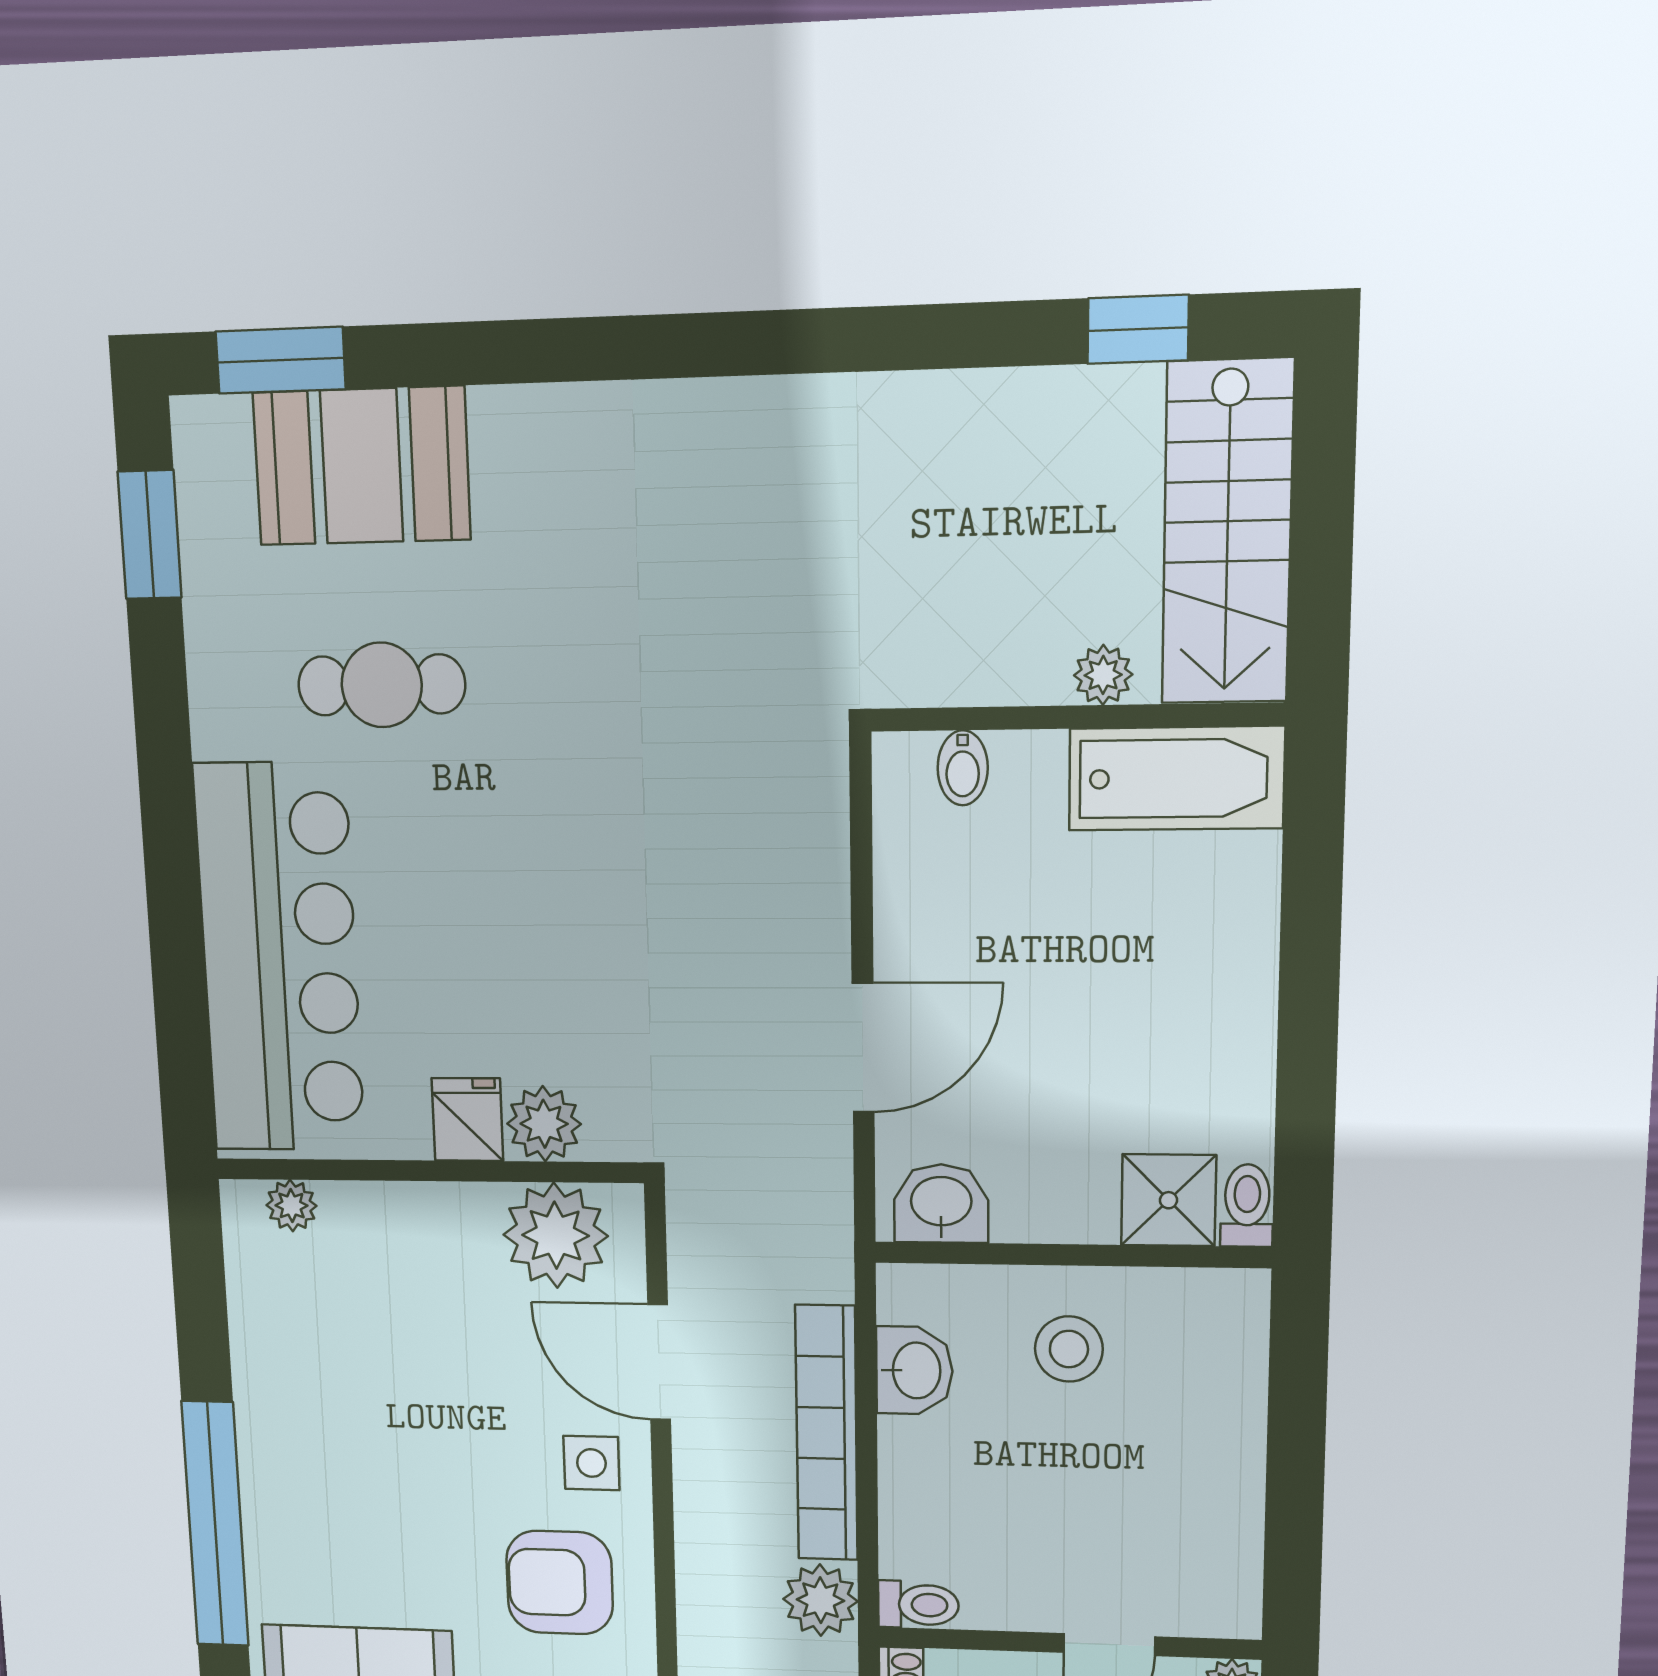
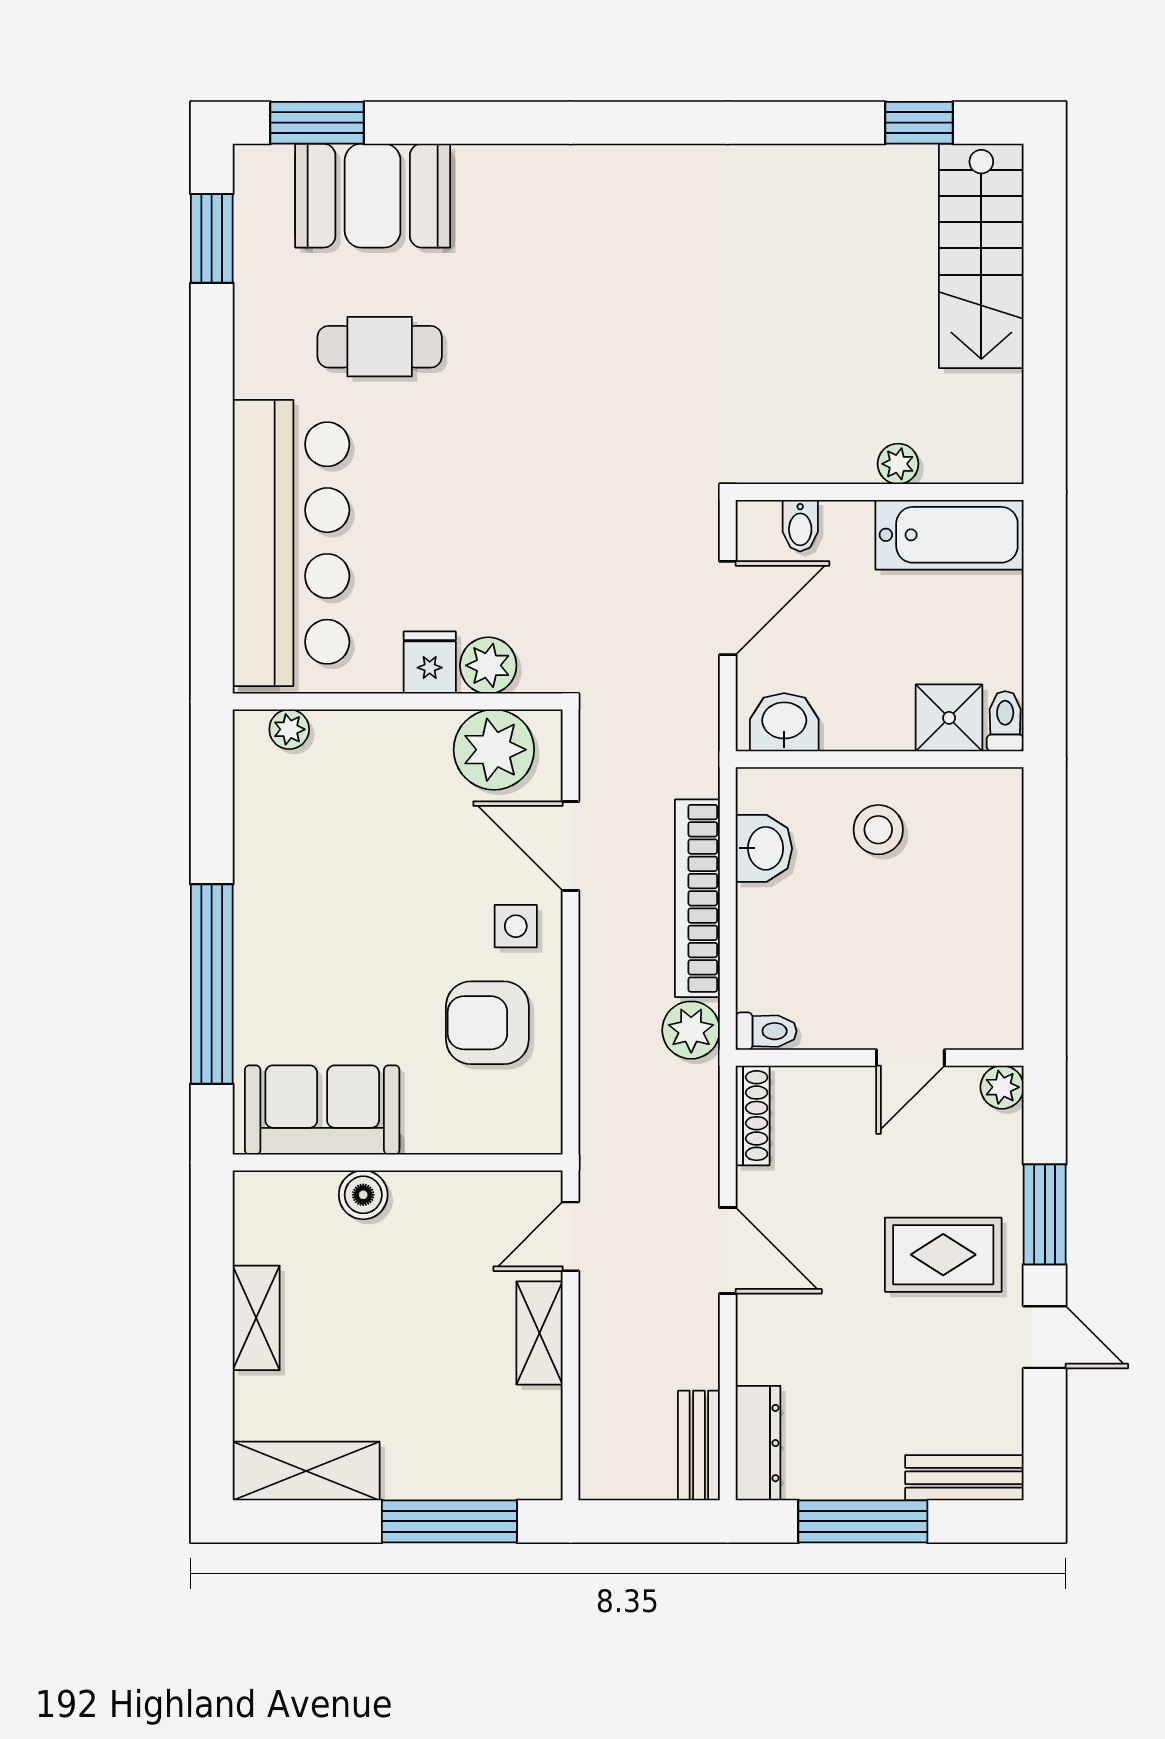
plant: (1103, 675) -> (898, 464), moved
wall: (1076, 717) -> (880, 492), moved
bidet: (963, 768) -> (800, 526), moved
bathtub: (1176, 778) -> (950, 535), moved

